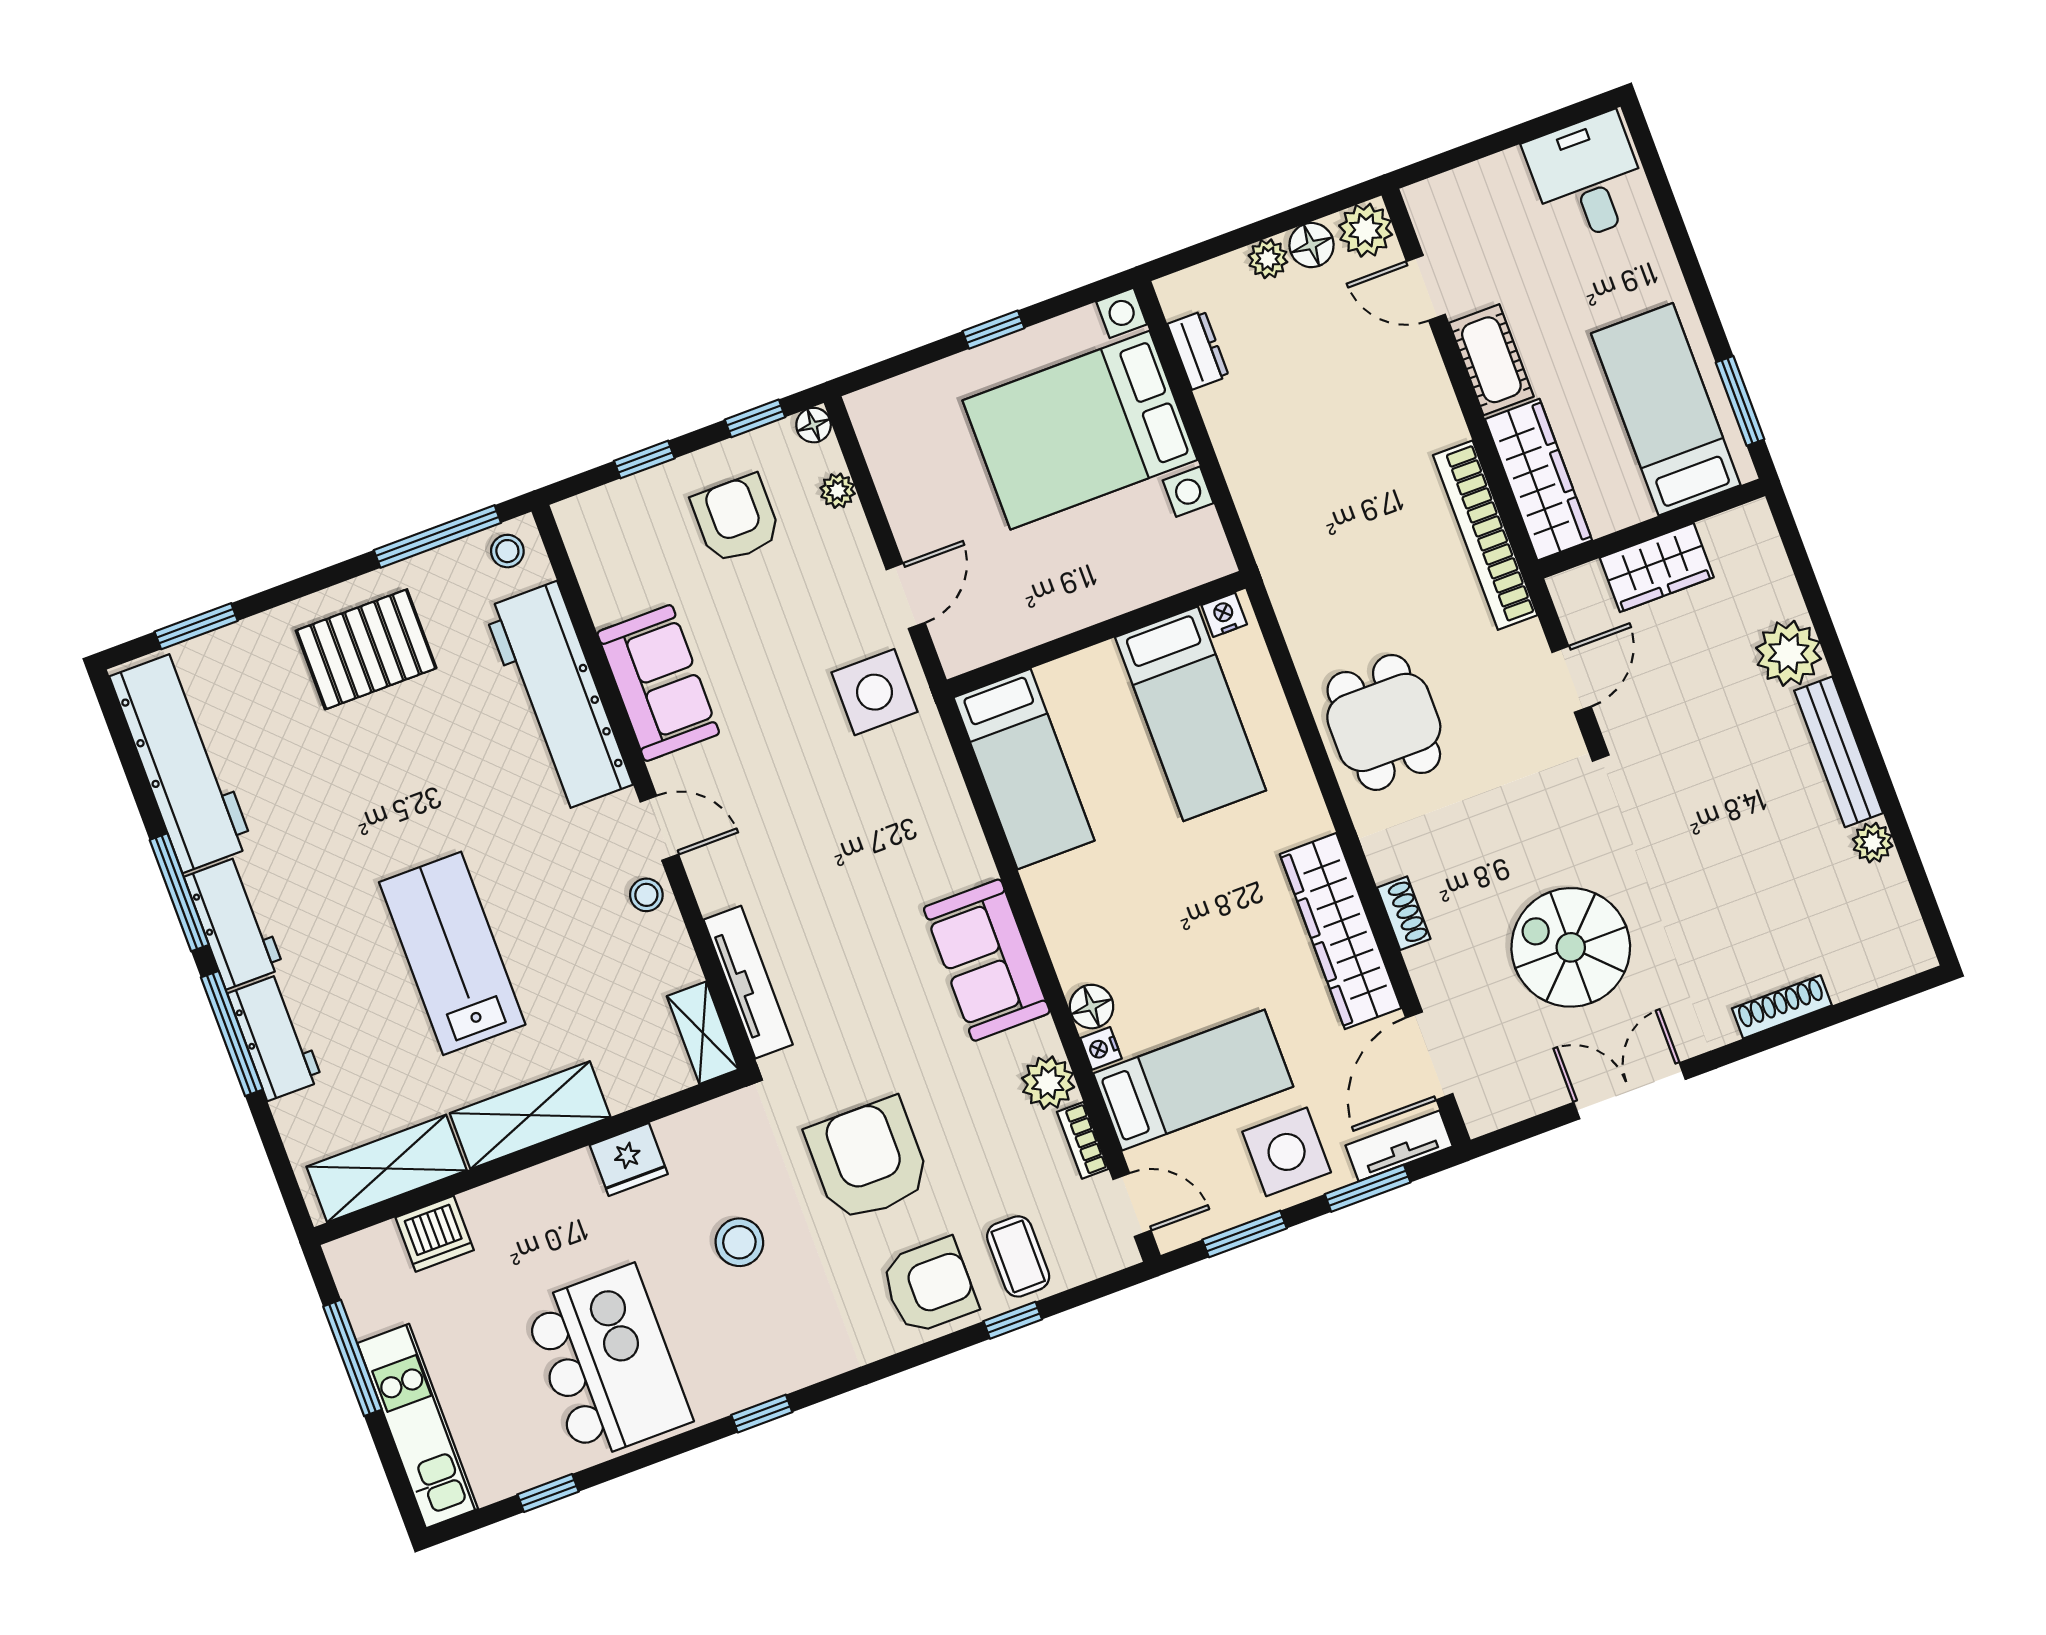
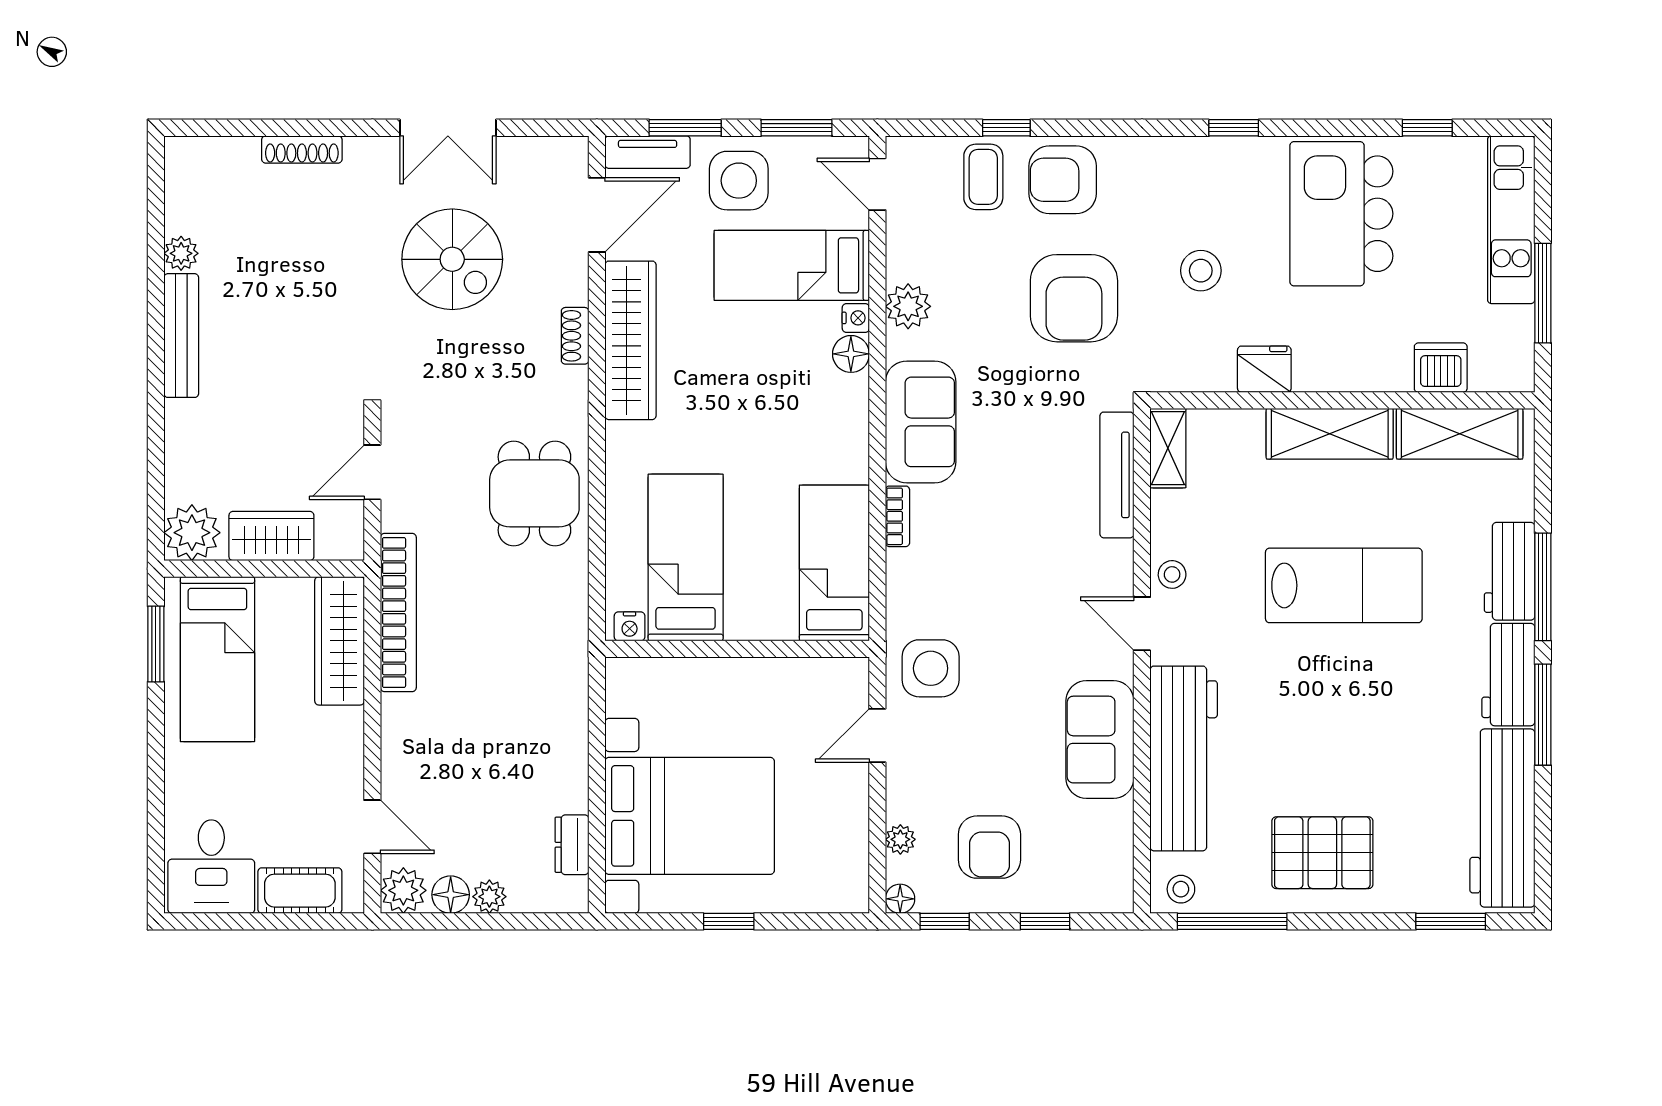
cot: (1491, 360) -> (300, 891), moved, turned 90
plant: (1789, 653) -> (192, 533), moved
lab bench: (452, 953) -> (1344, 585), turned -90
bookcase: (1083, 1140) -> (898, 516), moved

